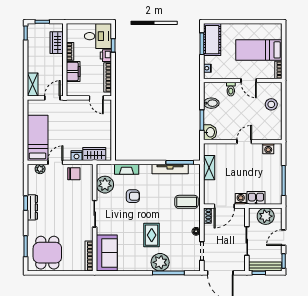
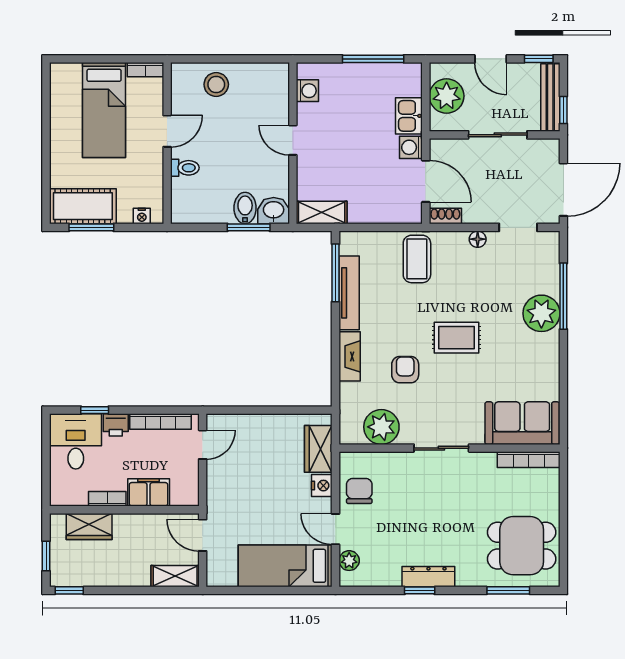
bidet: (211, 103) -> (245, 208), moved
shelving: (209, 168) -> (322, 212), moved
fireplace: (127, 169) -> (350, 356), moved
rug: (152, 235) -> (457, 338), moved

